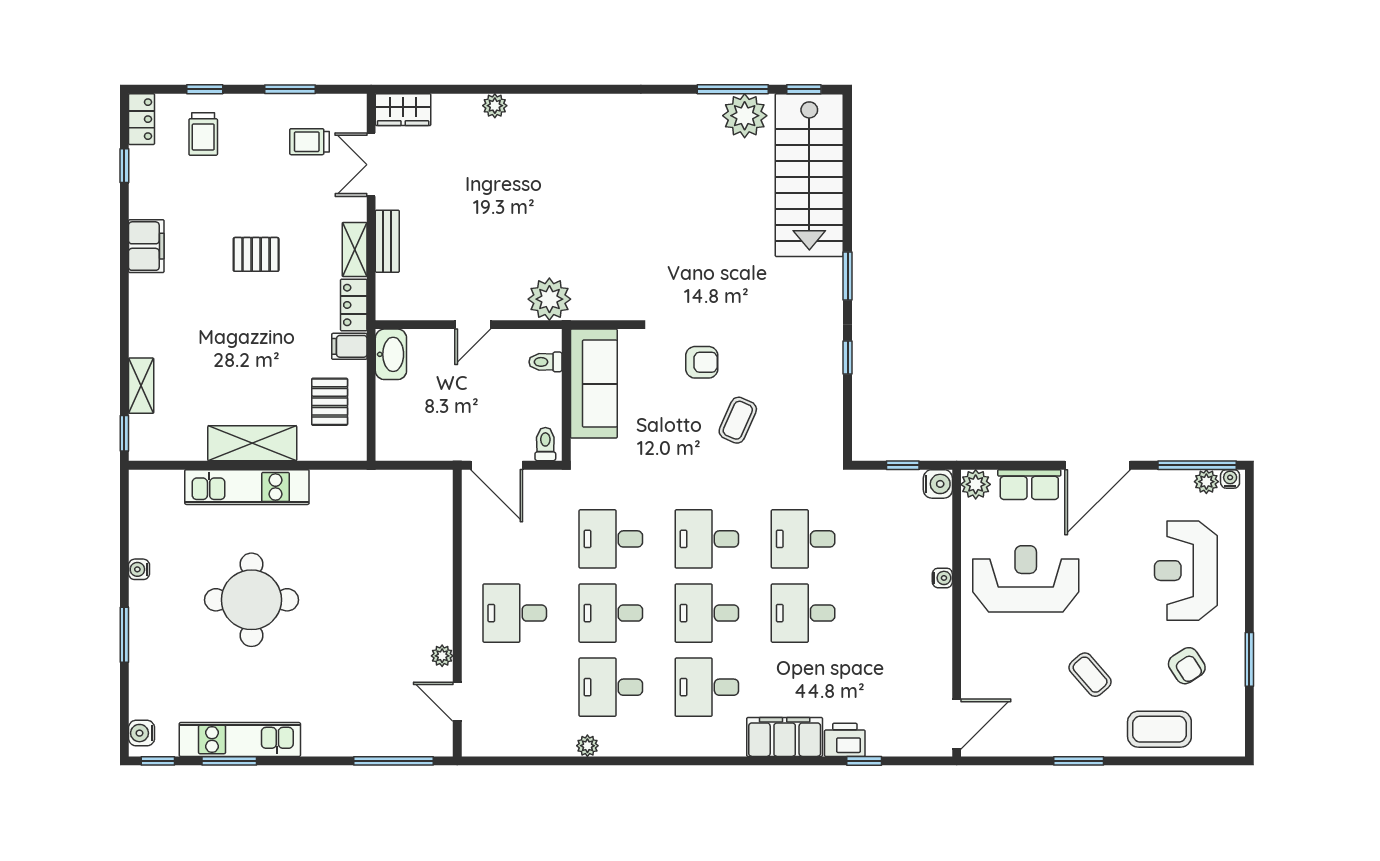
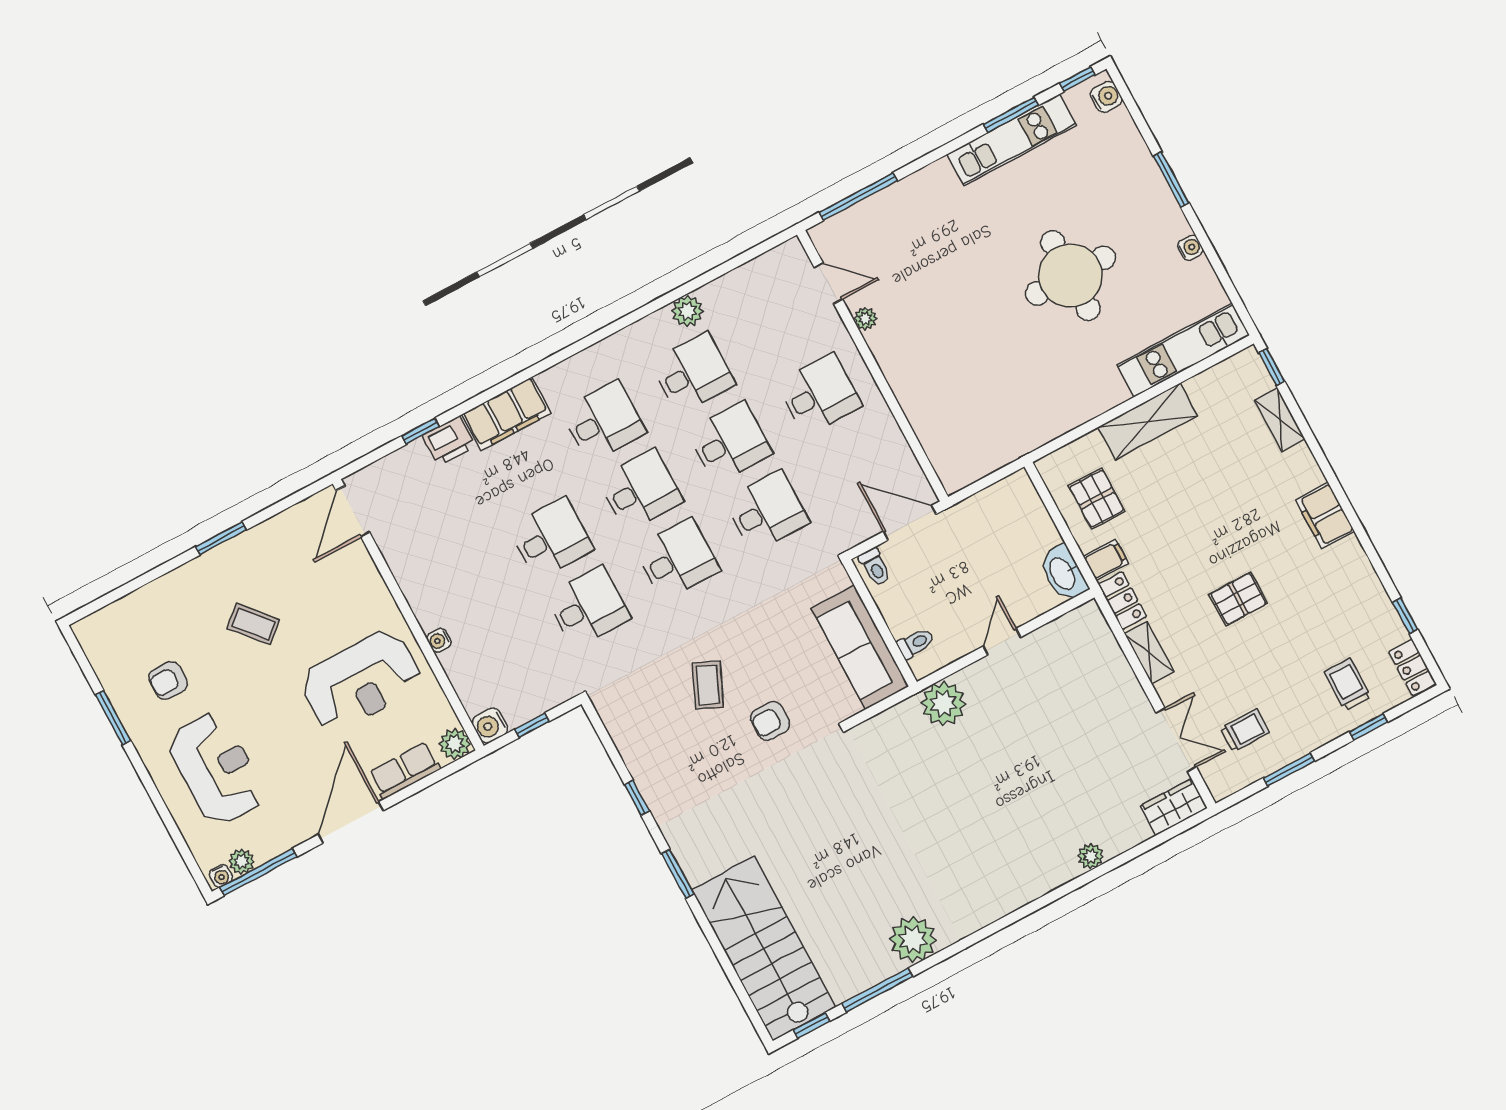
plant: (745, 116) -> (913, 940), moved
bench: (387, 241) -> (1123, 677), removed
filing cabinet: (146, 246) -> (1325, 516), moved
kitchen unit: (247, 487) -> (1183, 350), moved
armchair: (1187, 666) -> (168, 681), turned -57
coffee table: (1159, 729) -> (162, 608), removed
plant: (587, 746) -> (687, 311), width x1.38, depth x1.38

